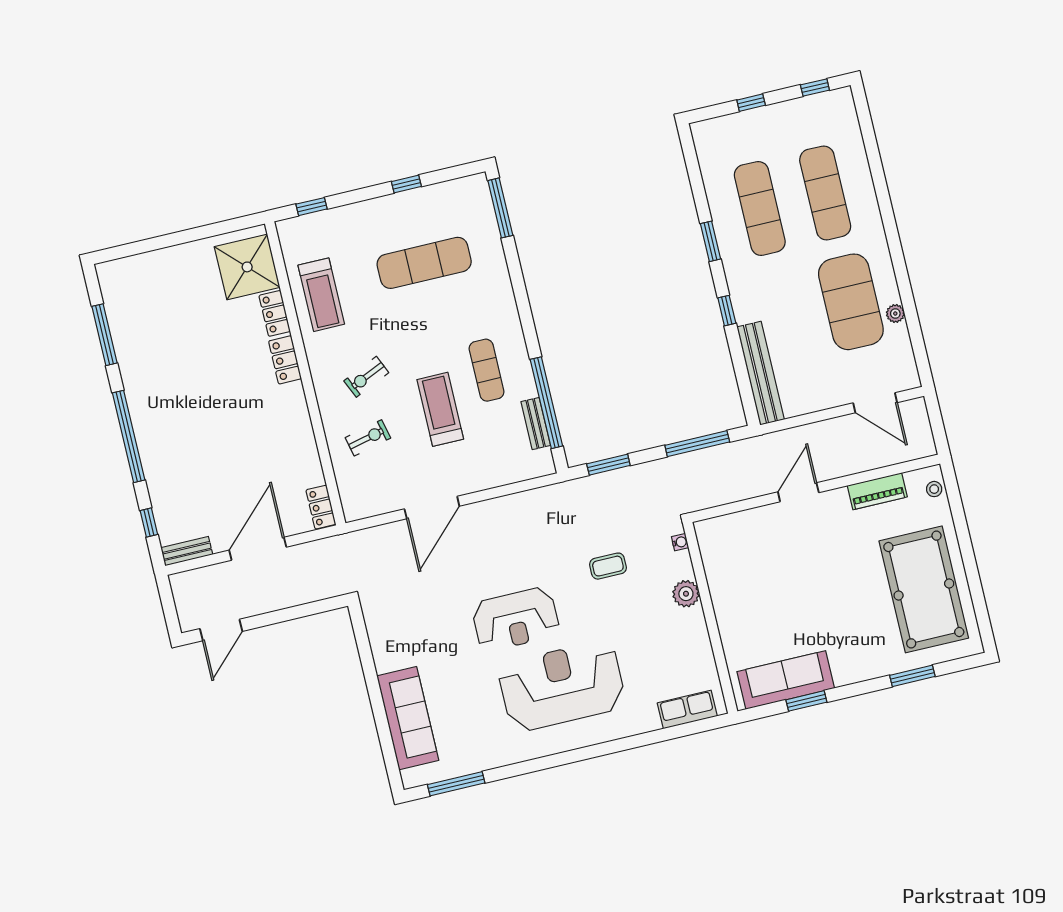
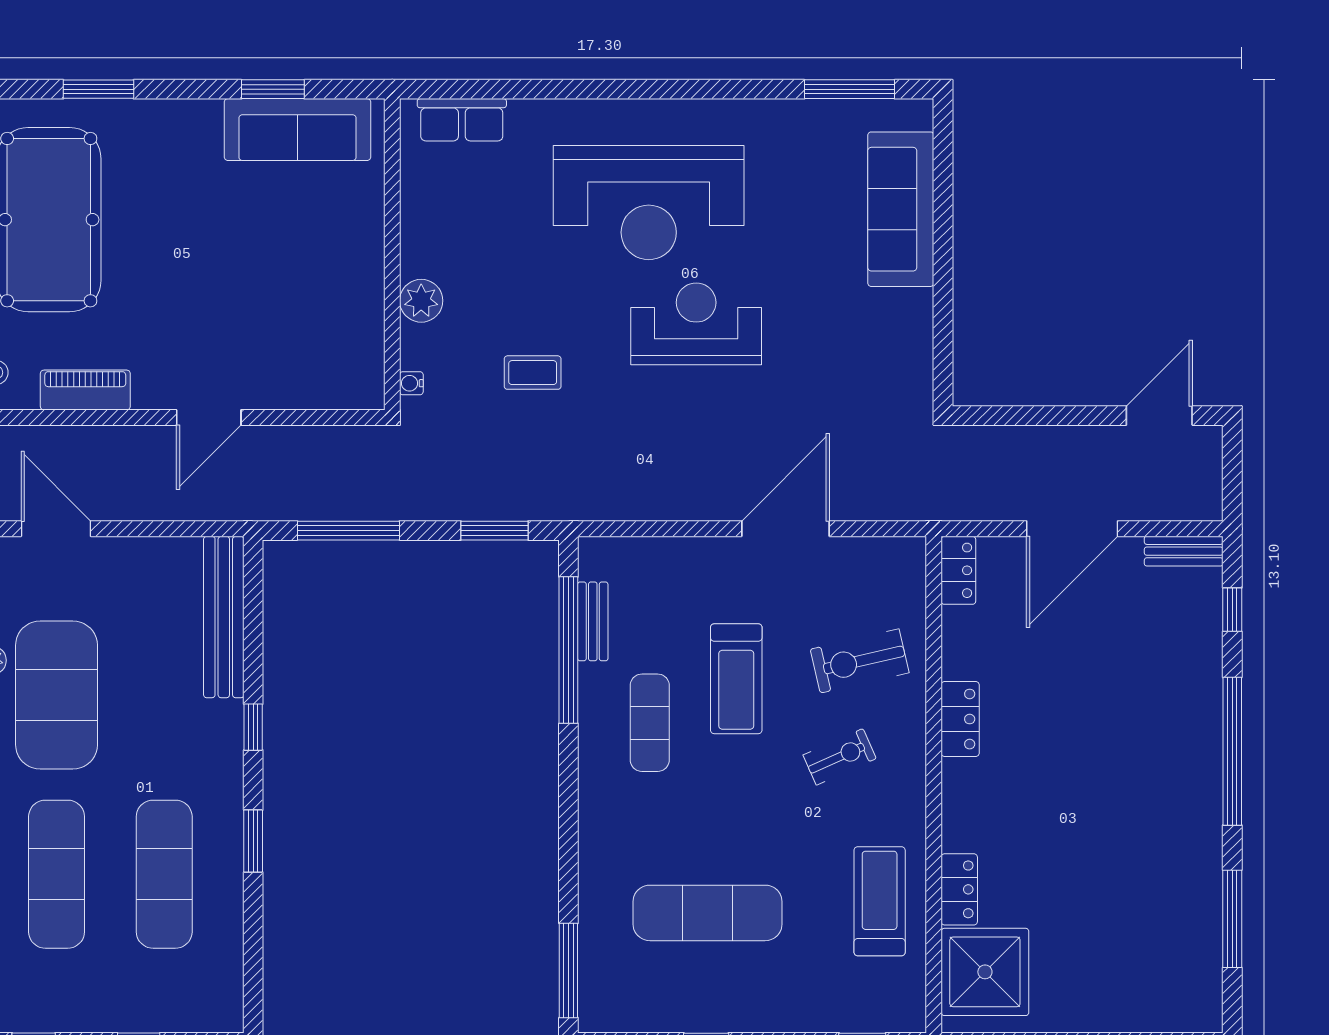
locker: (285, 360) -> (960, 719), moved
exercise bike: (368, 438) -> (860, 661), width x1.38, depth x1.39

